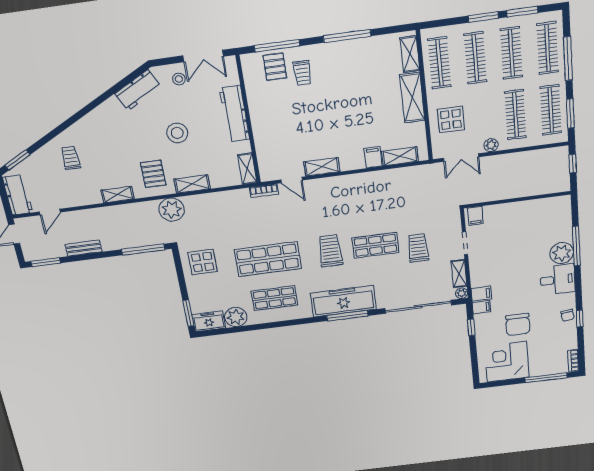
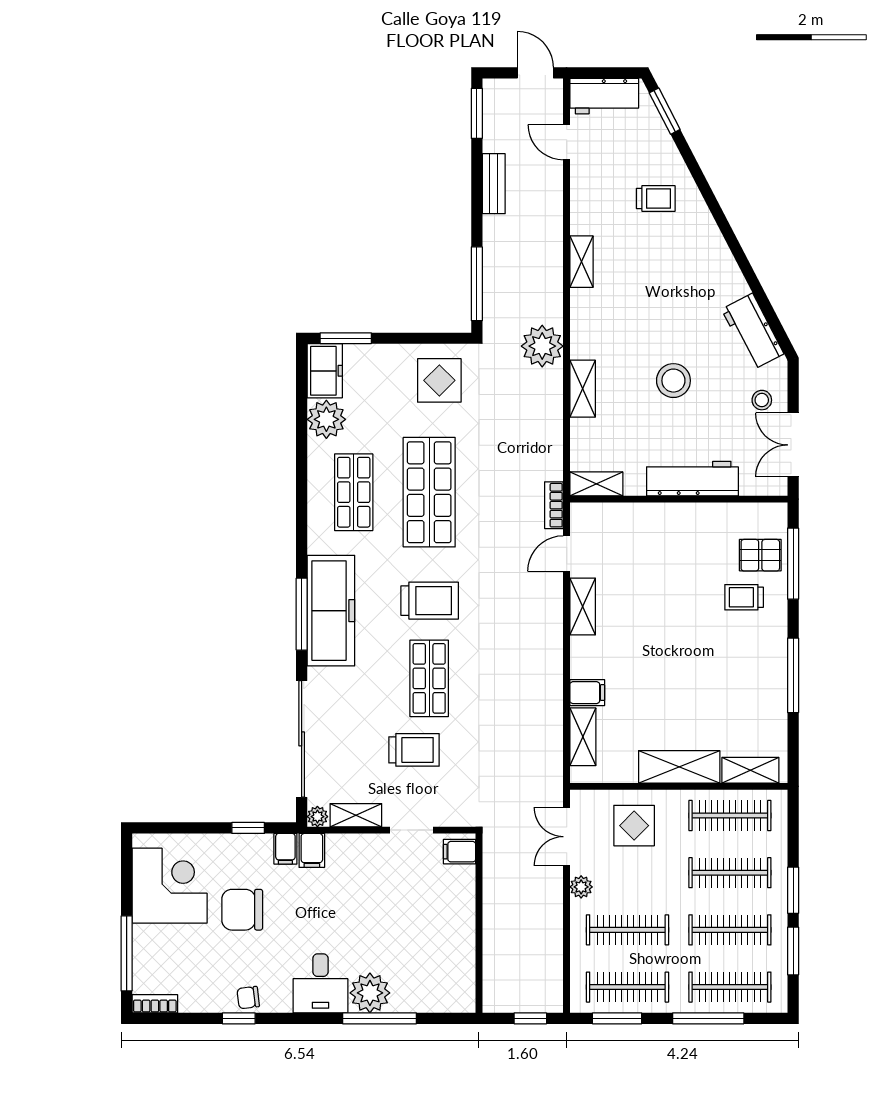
pallet: (153, 174) -> (609, 328), removed

